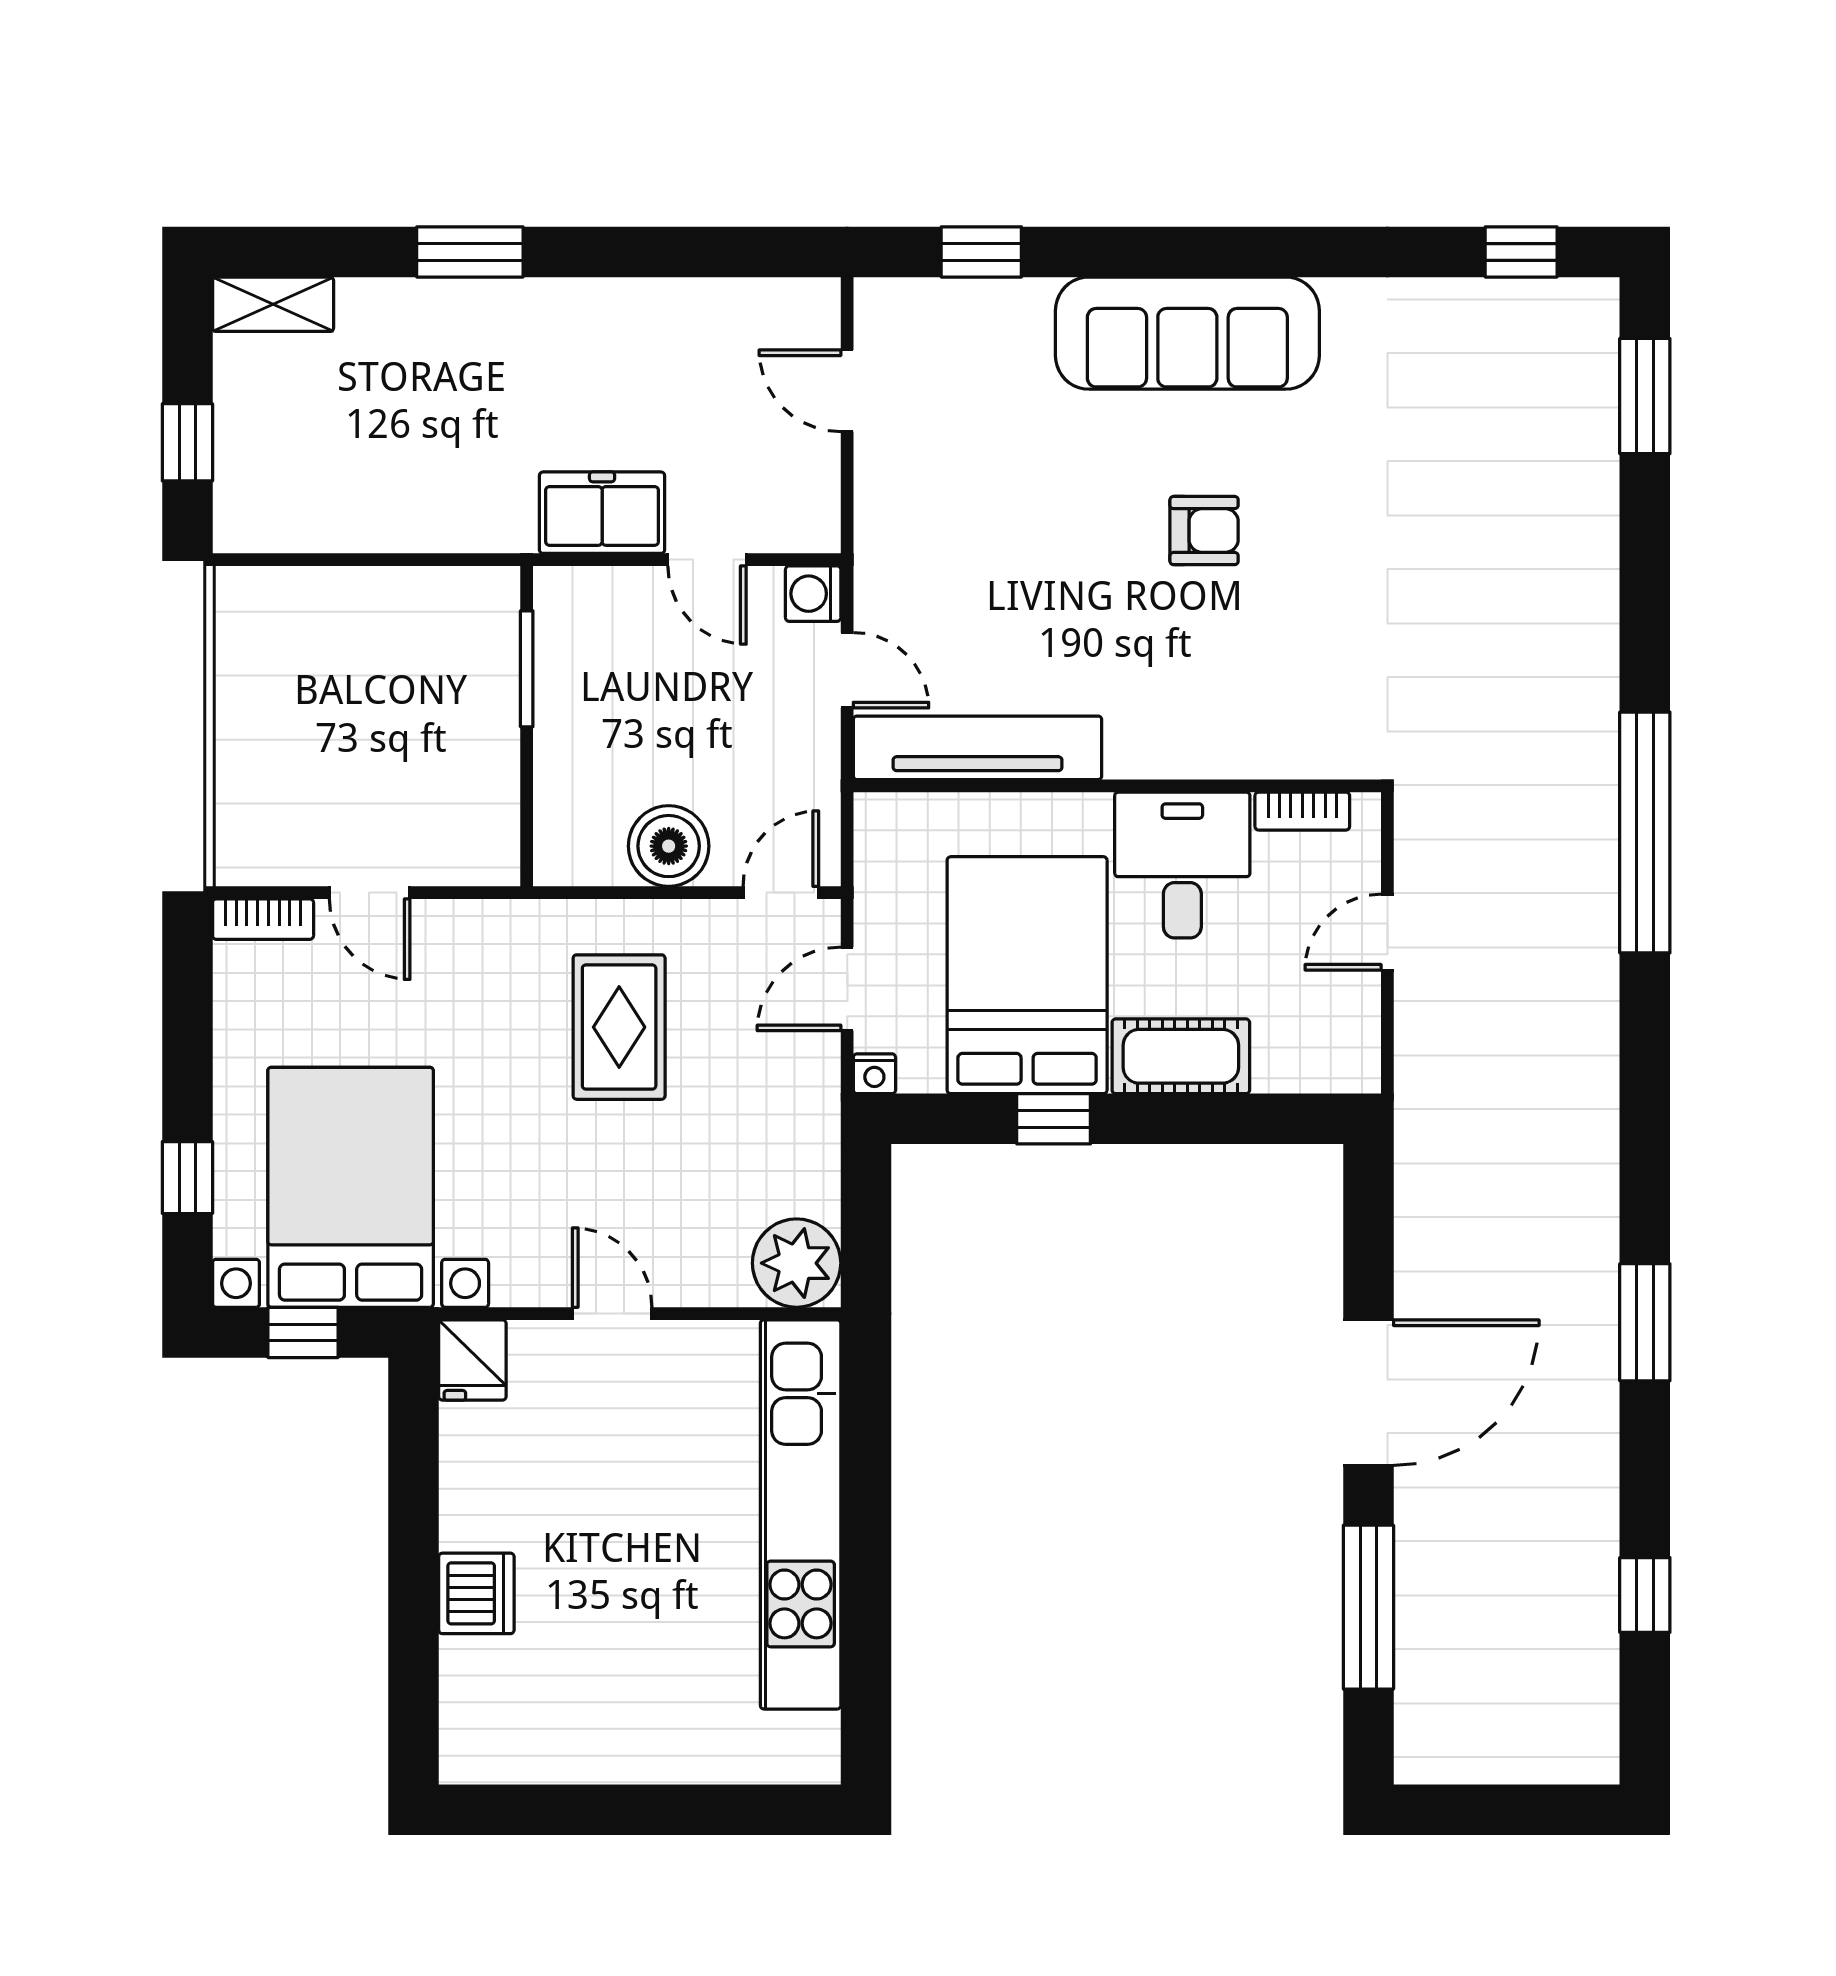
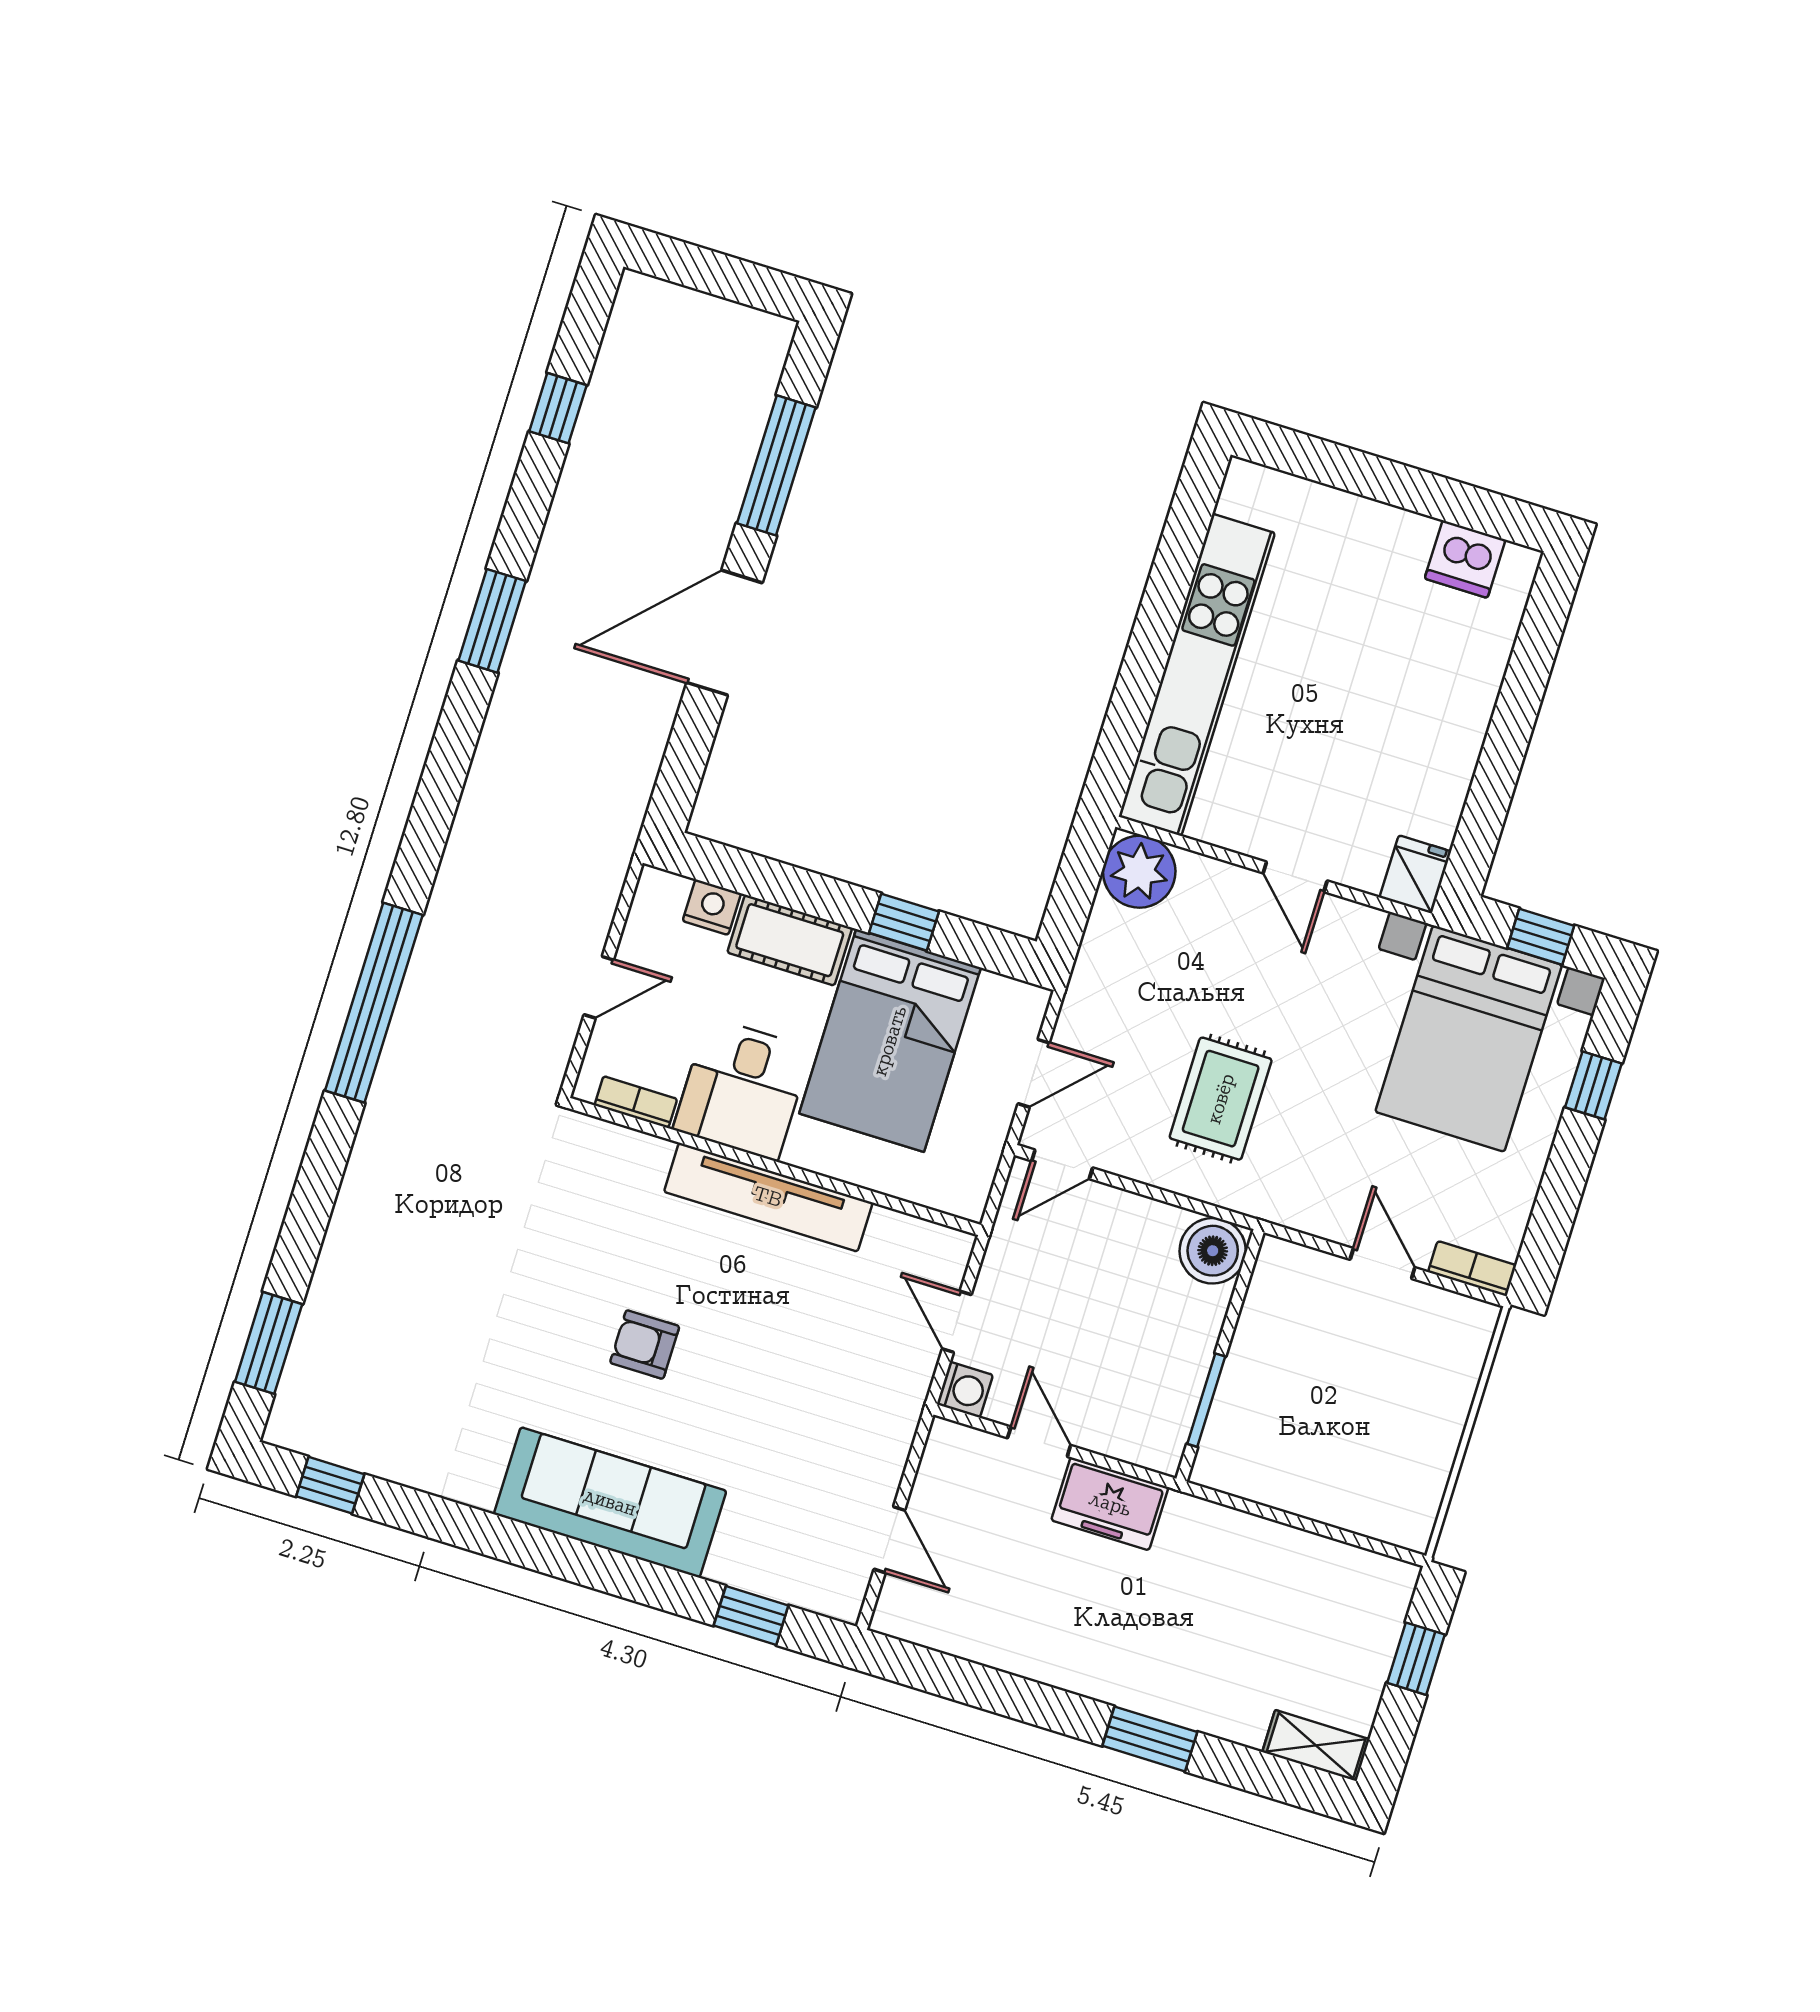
tv unit: (978, 748) -> (768, 1197), moved
boiler: (669, 846) -> (1213, 1251), moved
nightstand: (874, 1074) -> (712, 907), moved, width x1.39, depth x1.35
dishwasher: (476, 1593) -> (1465, 559), moved, turned -90

